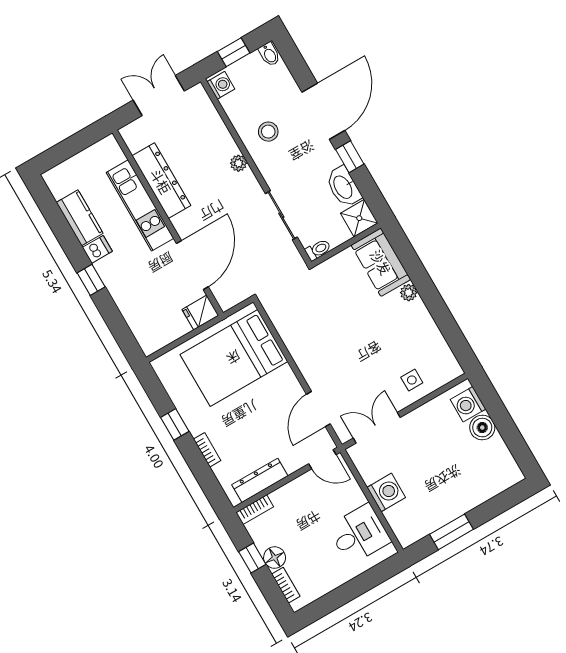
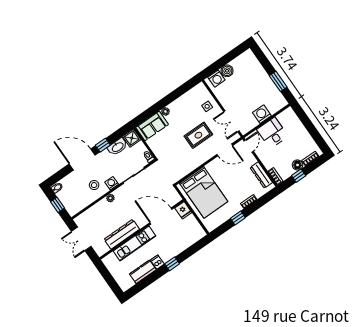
washing machine: (221, 85) -> (112, 183), moved
rug: (354, 357) -> (198, 135), added
desk: (359, 534) -> (272, 133), moved

